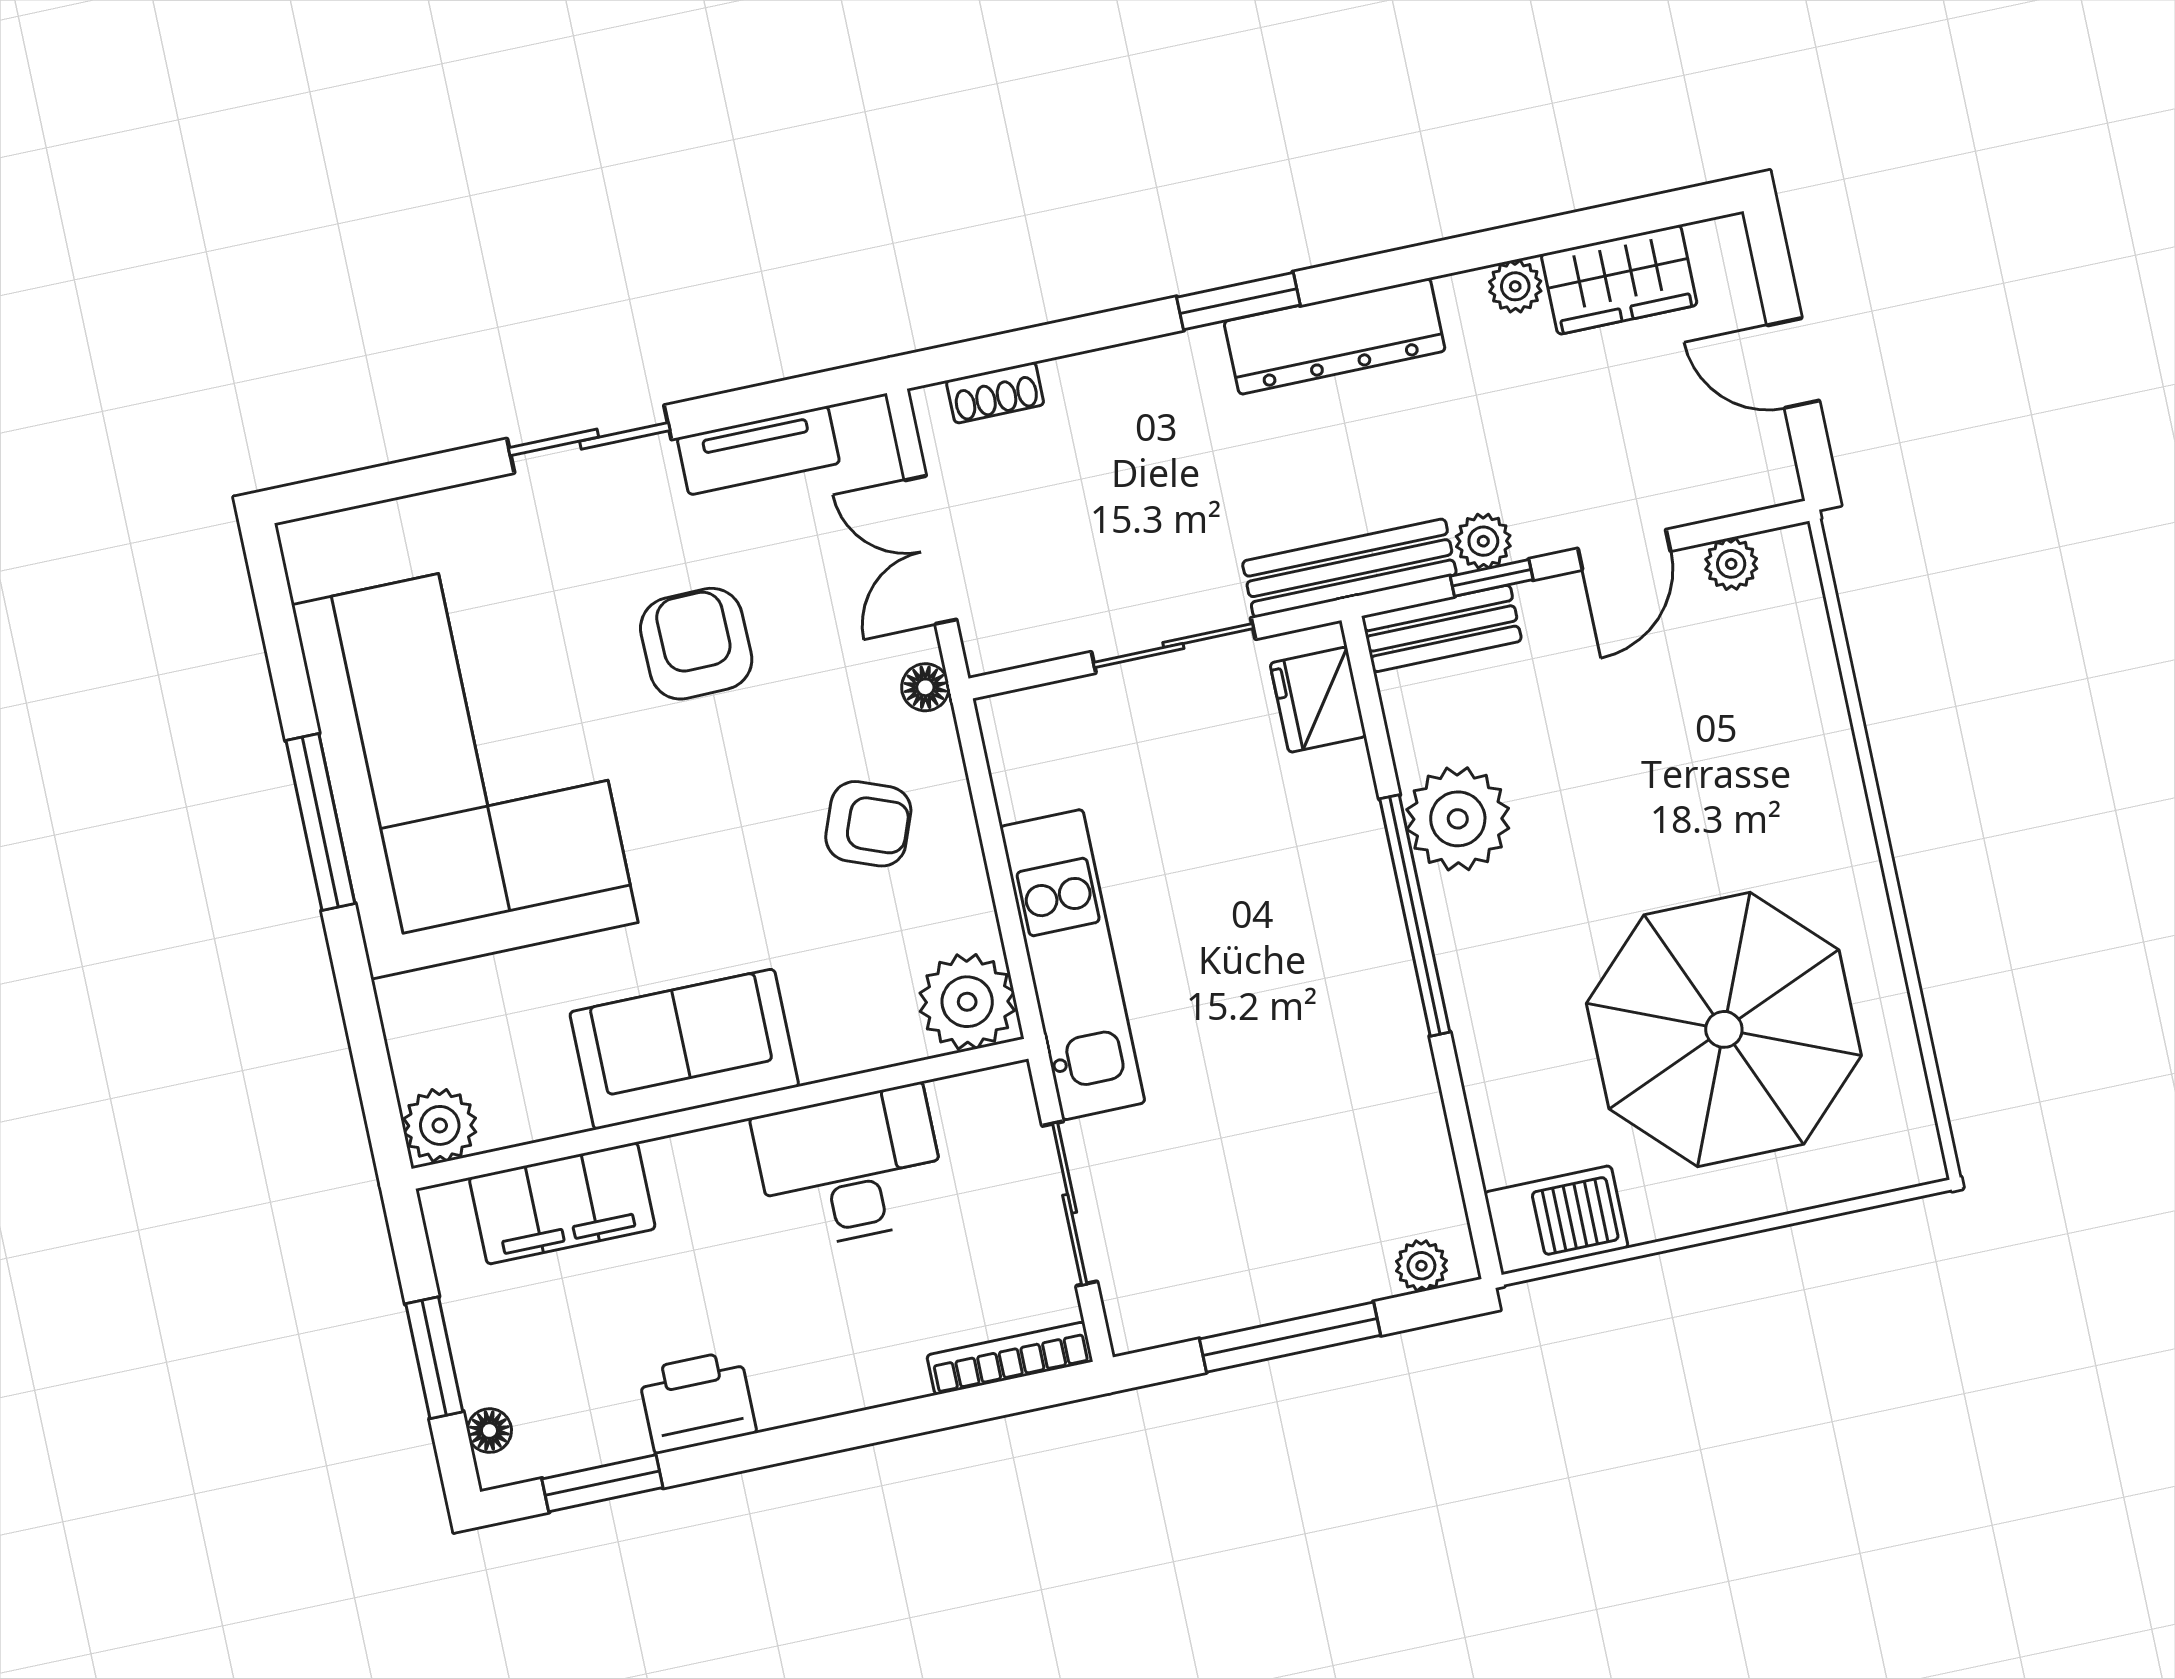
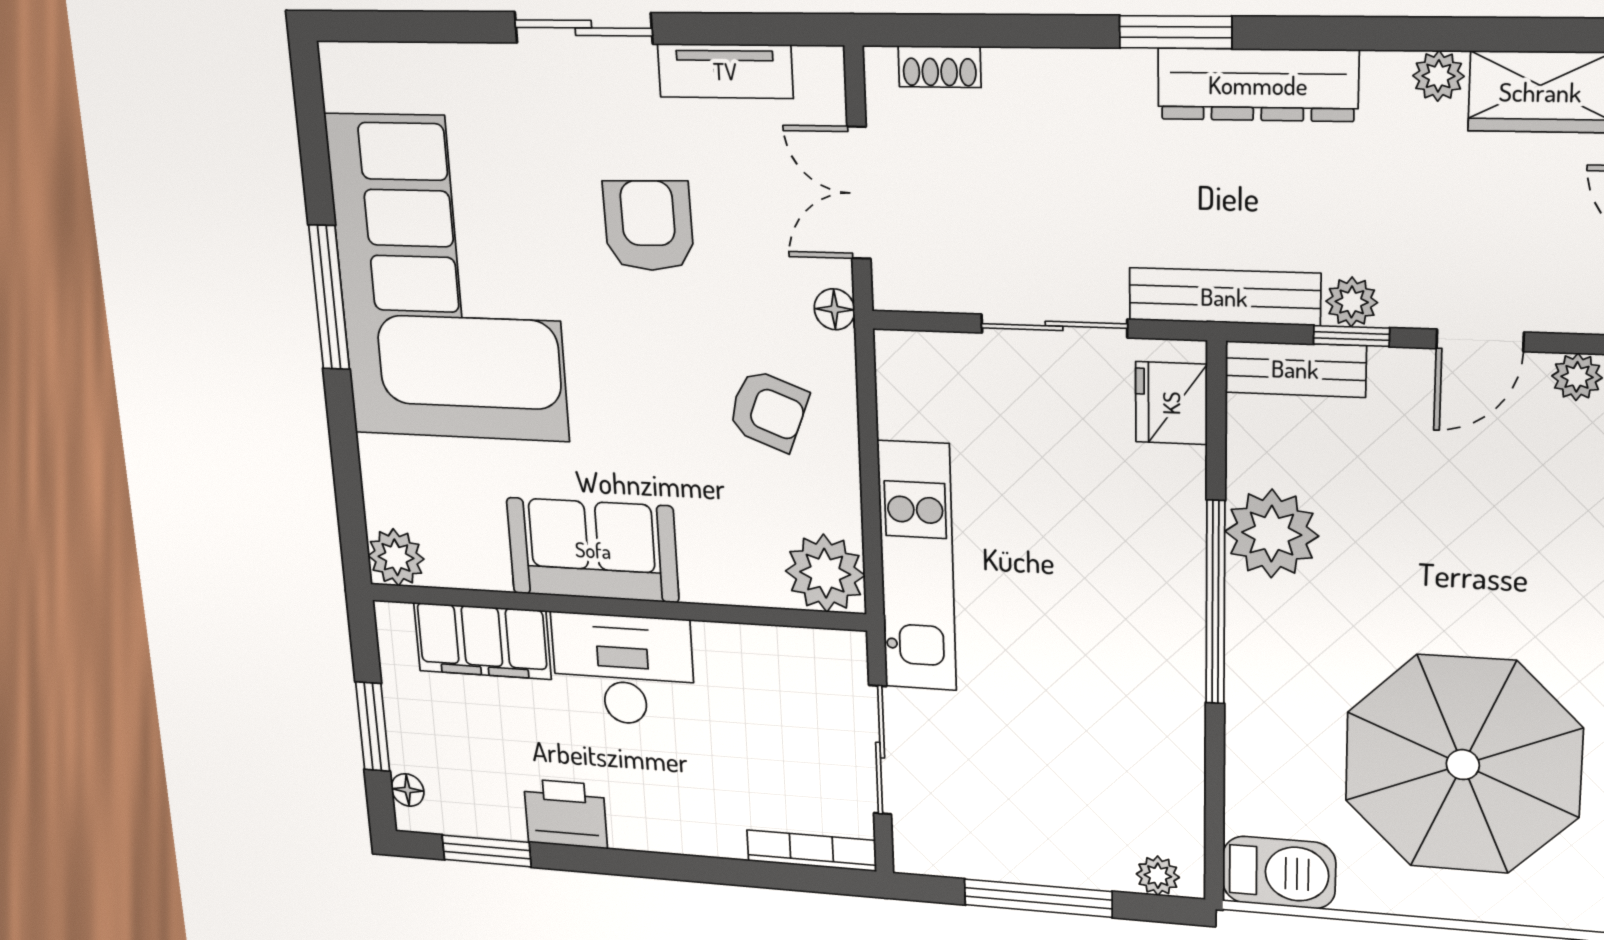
desk: (850, 1168) -> (623, 669), moved

